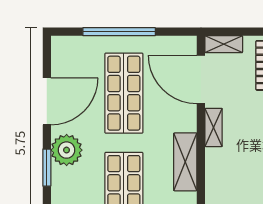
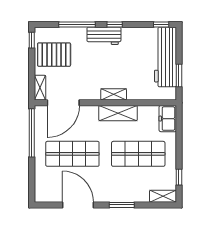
window: (119, 32) -> (32, 133), moved
shelving: (214, 127) -> (114, 94), moved
plant: (67, 150) -> (110, 192), removed

